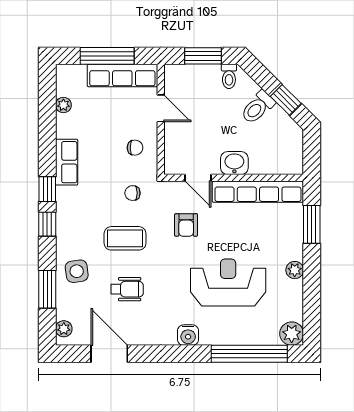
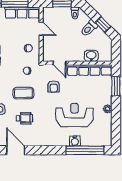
washbasin: (234, 163) -> (91, 56), moved
plant: (292, 334) -> (106, 140), removed
water cooler: (188, 335) -> (75, 141), moved

